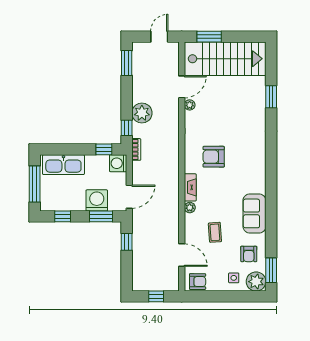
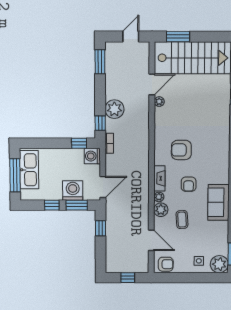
kitchen sink: (63, 165) -> (29, 170), moved, turned -90
window: (63, 216) -> (52, 205), moved
plant: (192, 222) -> (161, 210), added
armchair: (249, 254) -> (189, 184), moved

